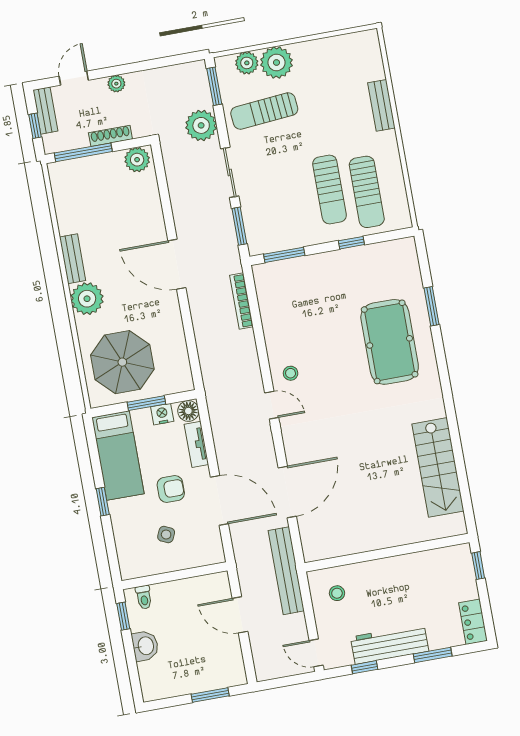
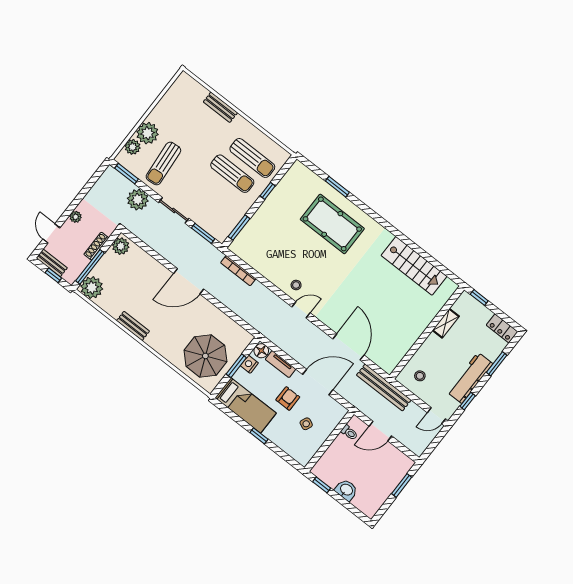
plant: (87, 299) -> (92, 287), moved
shelving: (417, 561) -> (446, 323), added
toilet: (144, 597) -> (349, 433), moved

